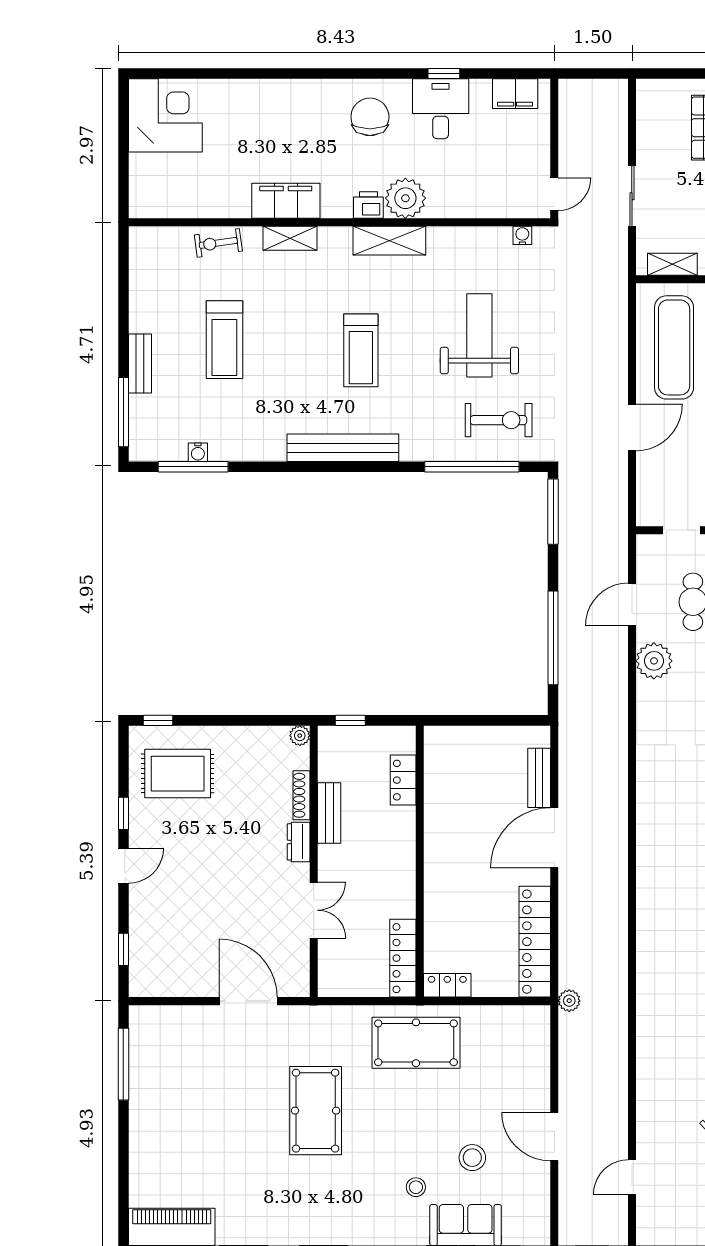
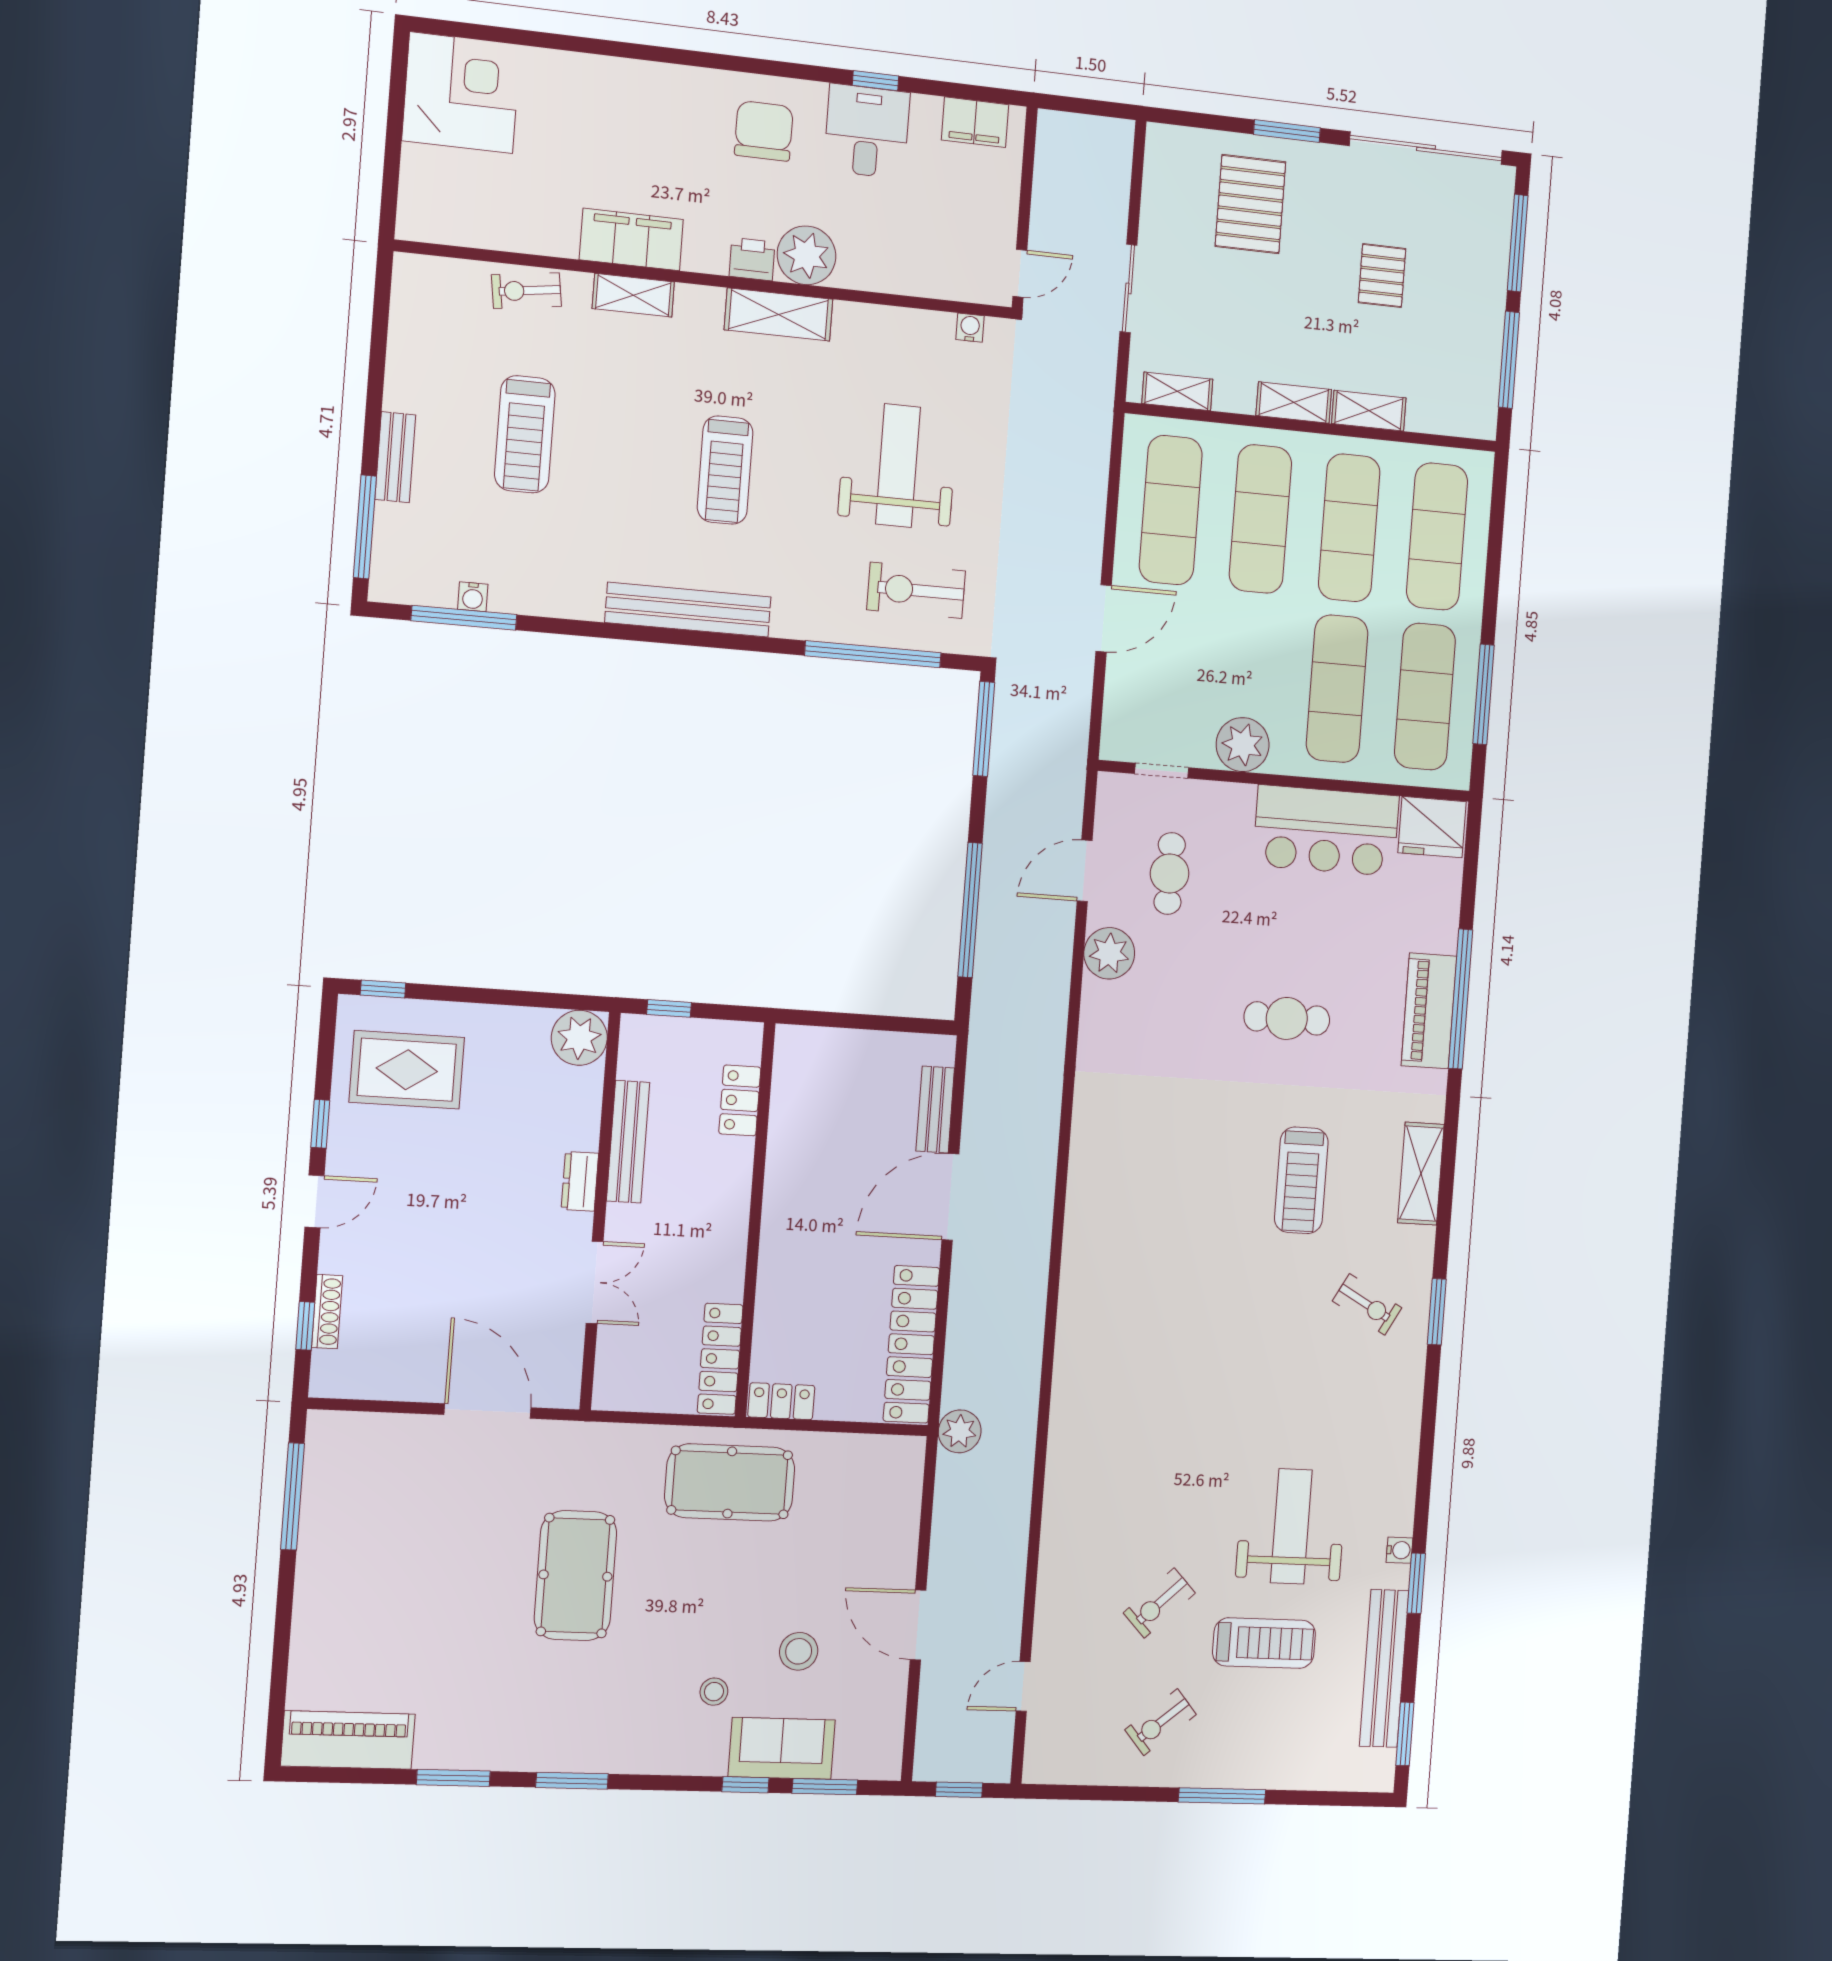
exercise bike: (499, 420) -> (916, 590), turned 180
plant: (300, 736) -> (579, 1038), width x1.87, depth x1.87
shoe rack: (301, 795) -> (327, 1312), moved, turned 180
bench: (329, 813) -> (628, 1142), width x1.36
plant: (569, 1001) -> (960, 1431), width x1.38, depth x1.38

